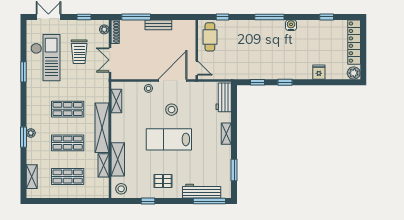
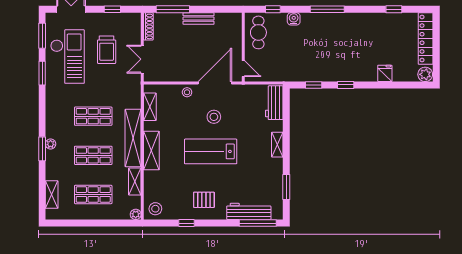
water cooler: (291, 25) -> (294, 19), moved
plant: (104, 29) -> (136, 214), moved
window: (24, 40) -> (42, 36), added
shelving: (118, 159) -> (151, 151), moved

